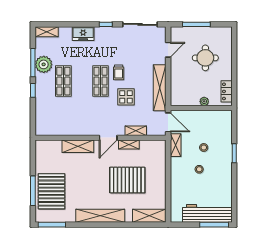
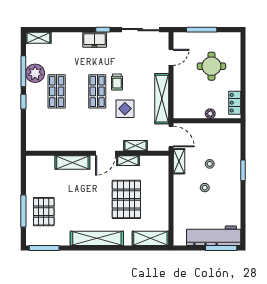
freezer: (83, 34) -> (95, 40), moved
pallet: (127, 180) -> (126, 199), turned 90
pallet: (51, 191) -> (44, 212), width x0.73, depth x0.71

